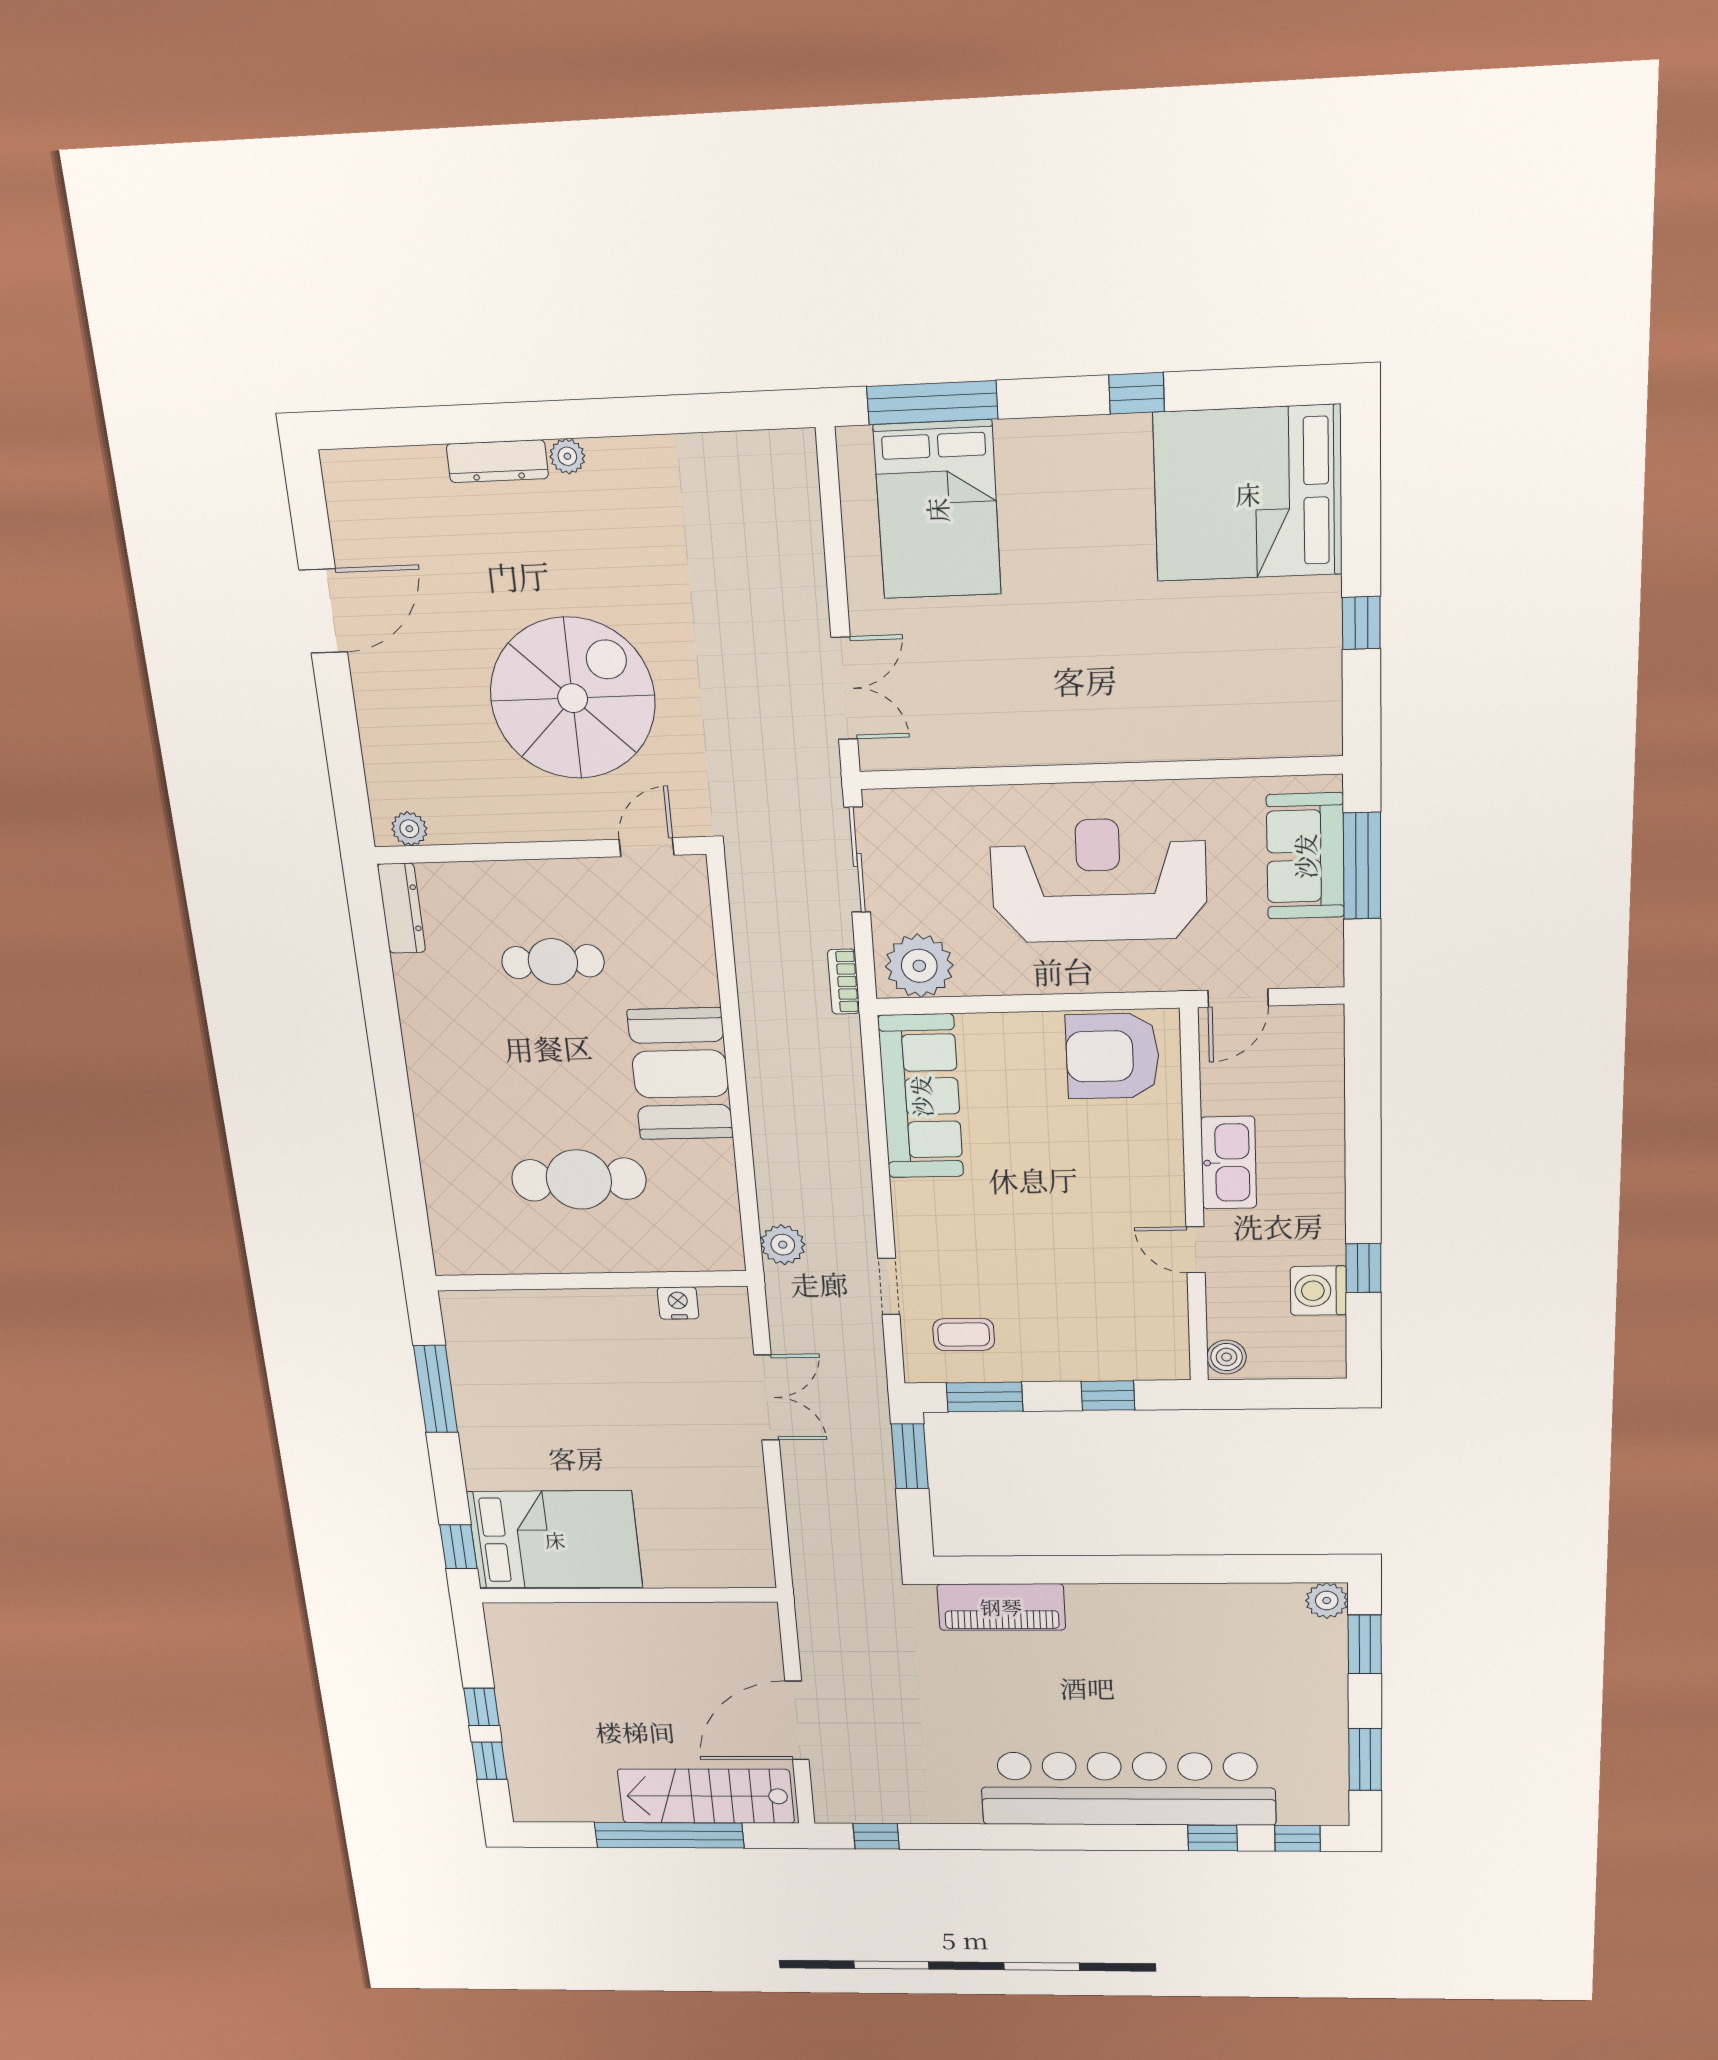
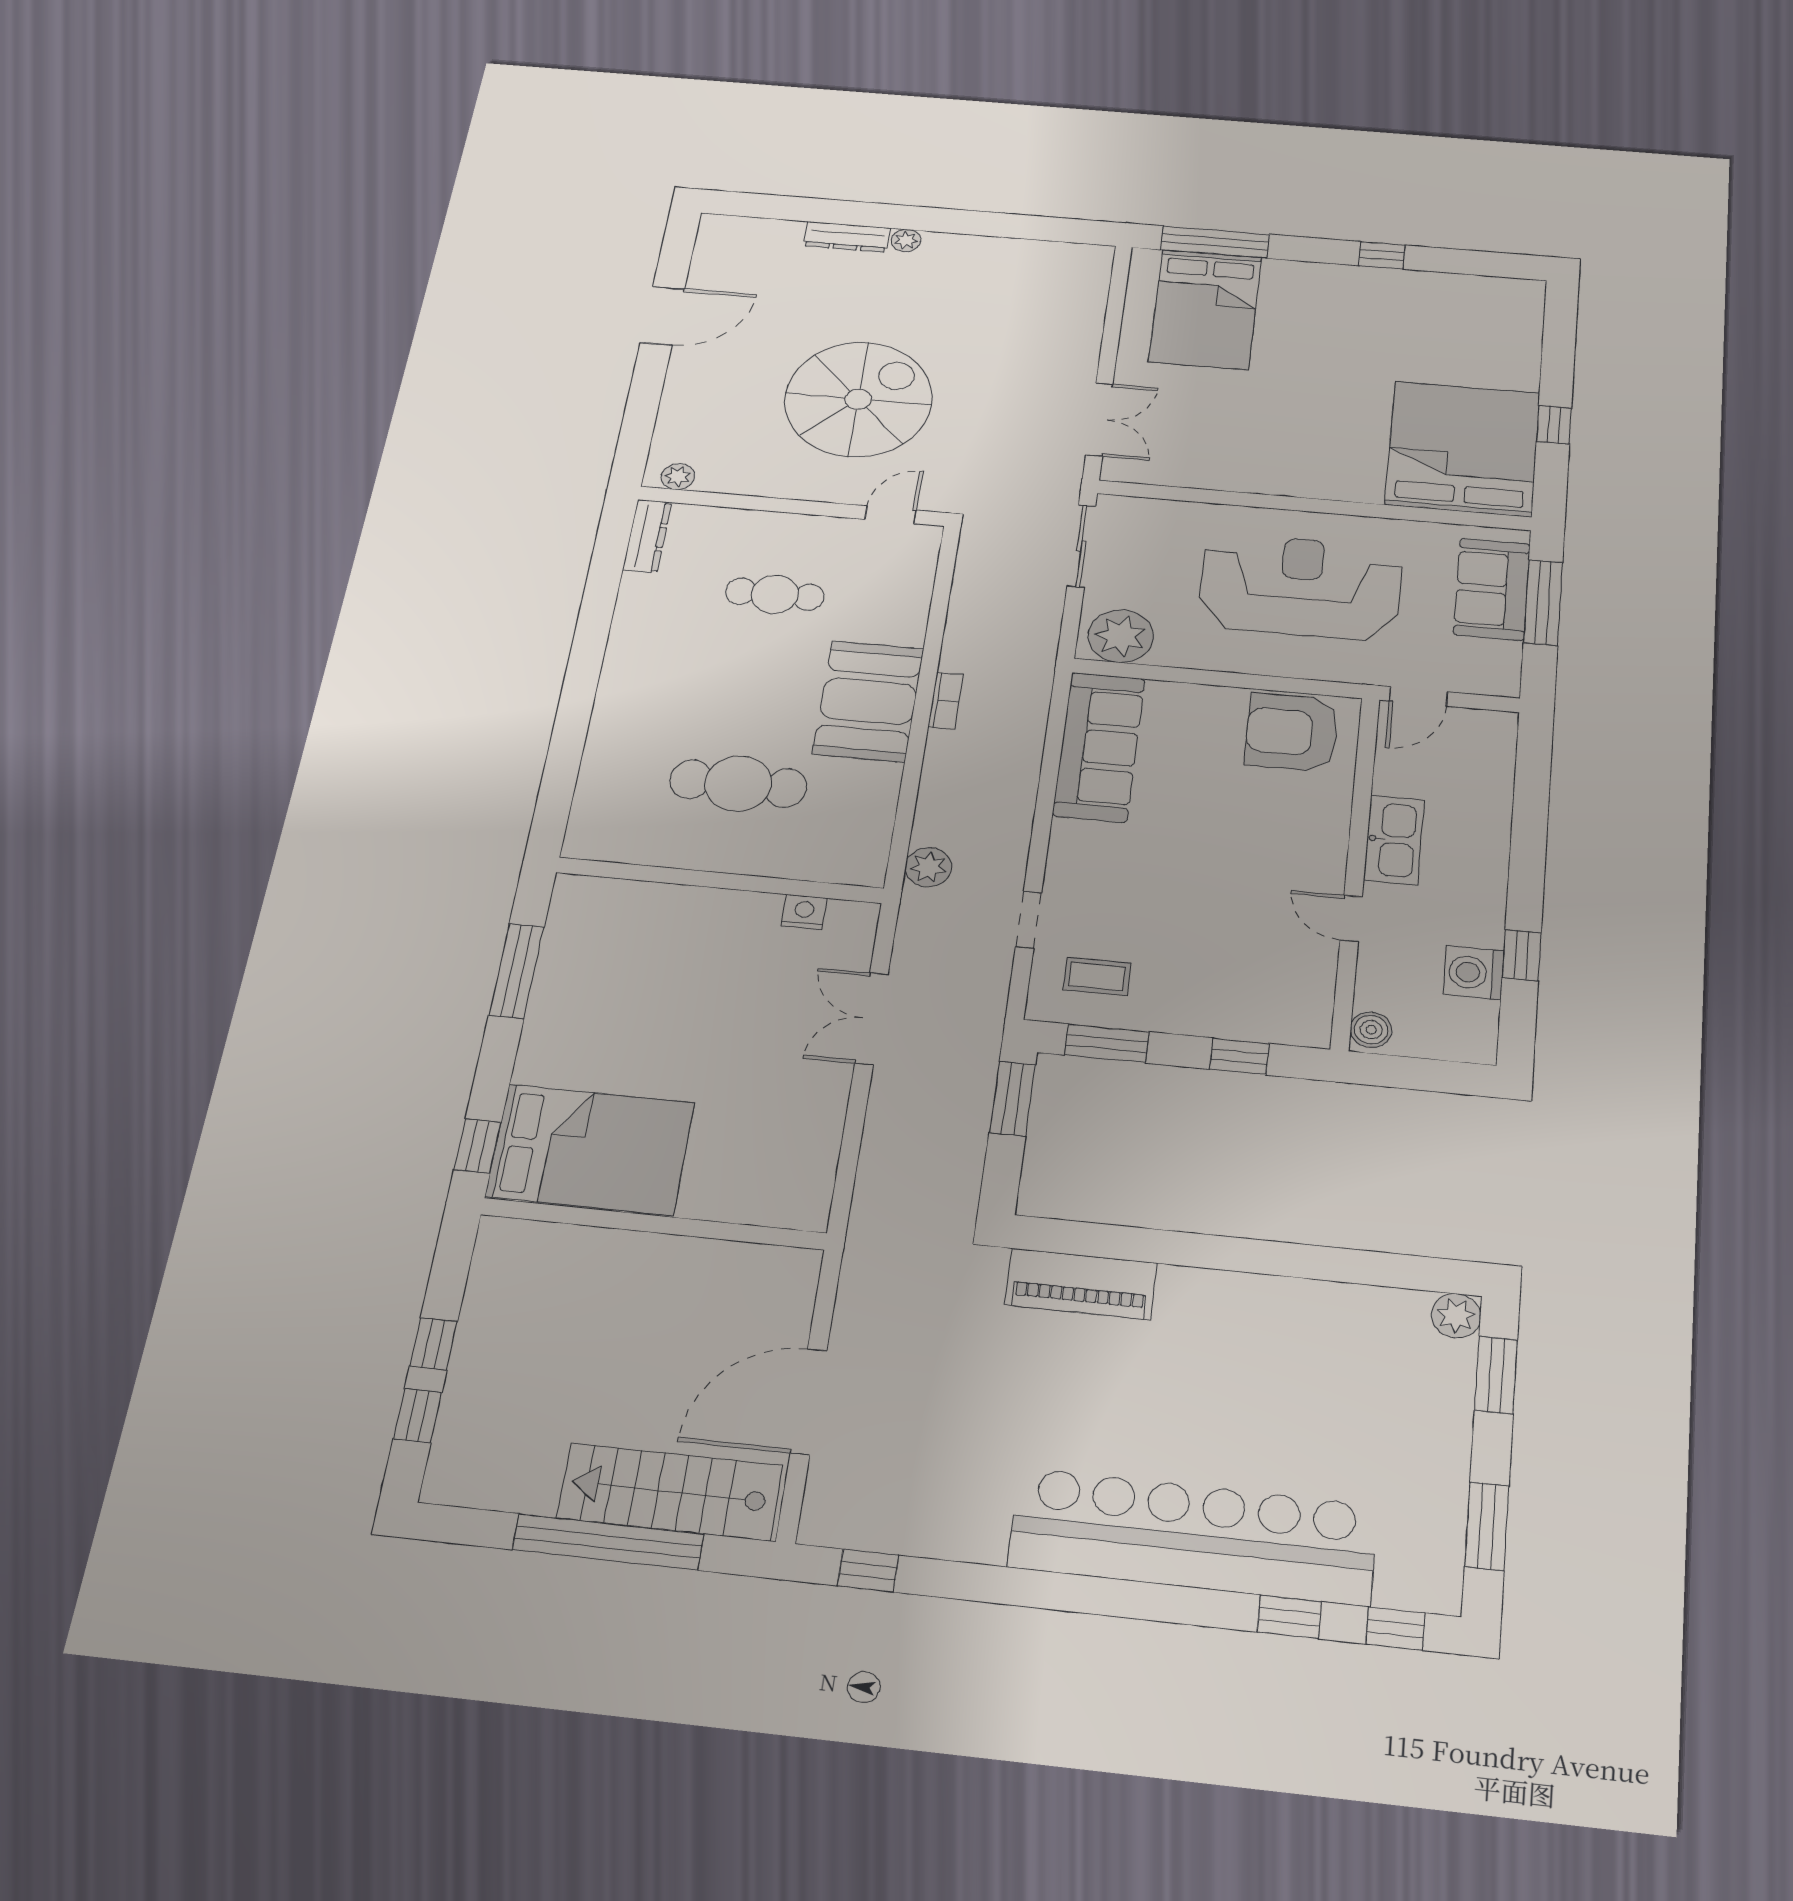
bed: (1248, 494) -> (1463, 449), moved, turned 90
bookcase: (844, 982) -> (946, 701), moved, turned 180
double door: (767, 1398) -> (871, 1019), swing flipped

